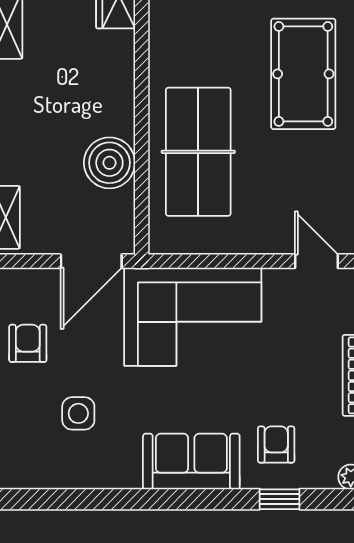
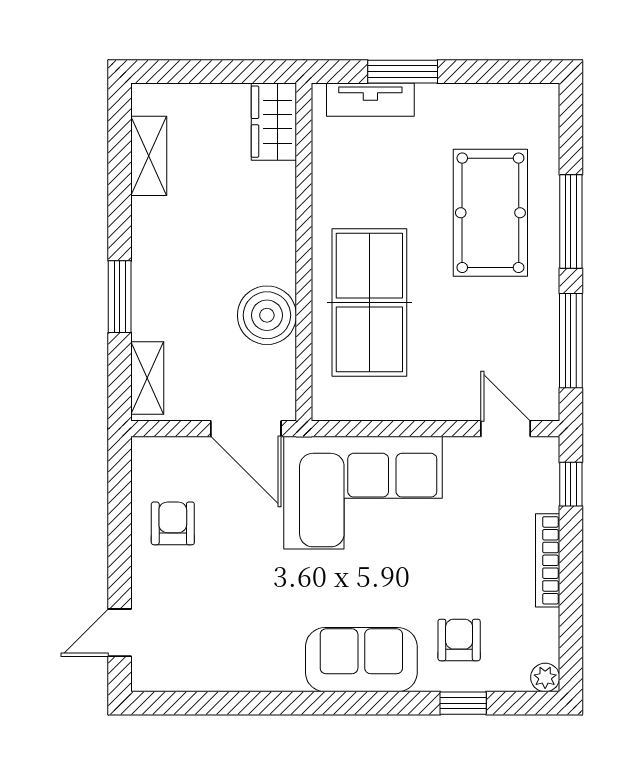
door: (91, 261) -> (246, 429), hinge flipped
side table: (78, 413) -> (231, 604), removed

